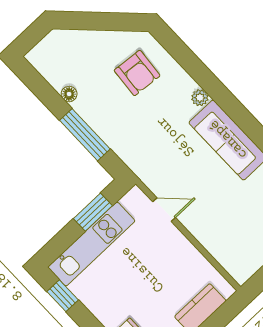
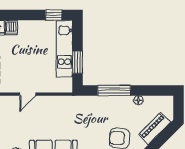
piano: (85, 41) -> (155, 128), added
door: (164, 210) -> (28, 94), moved

